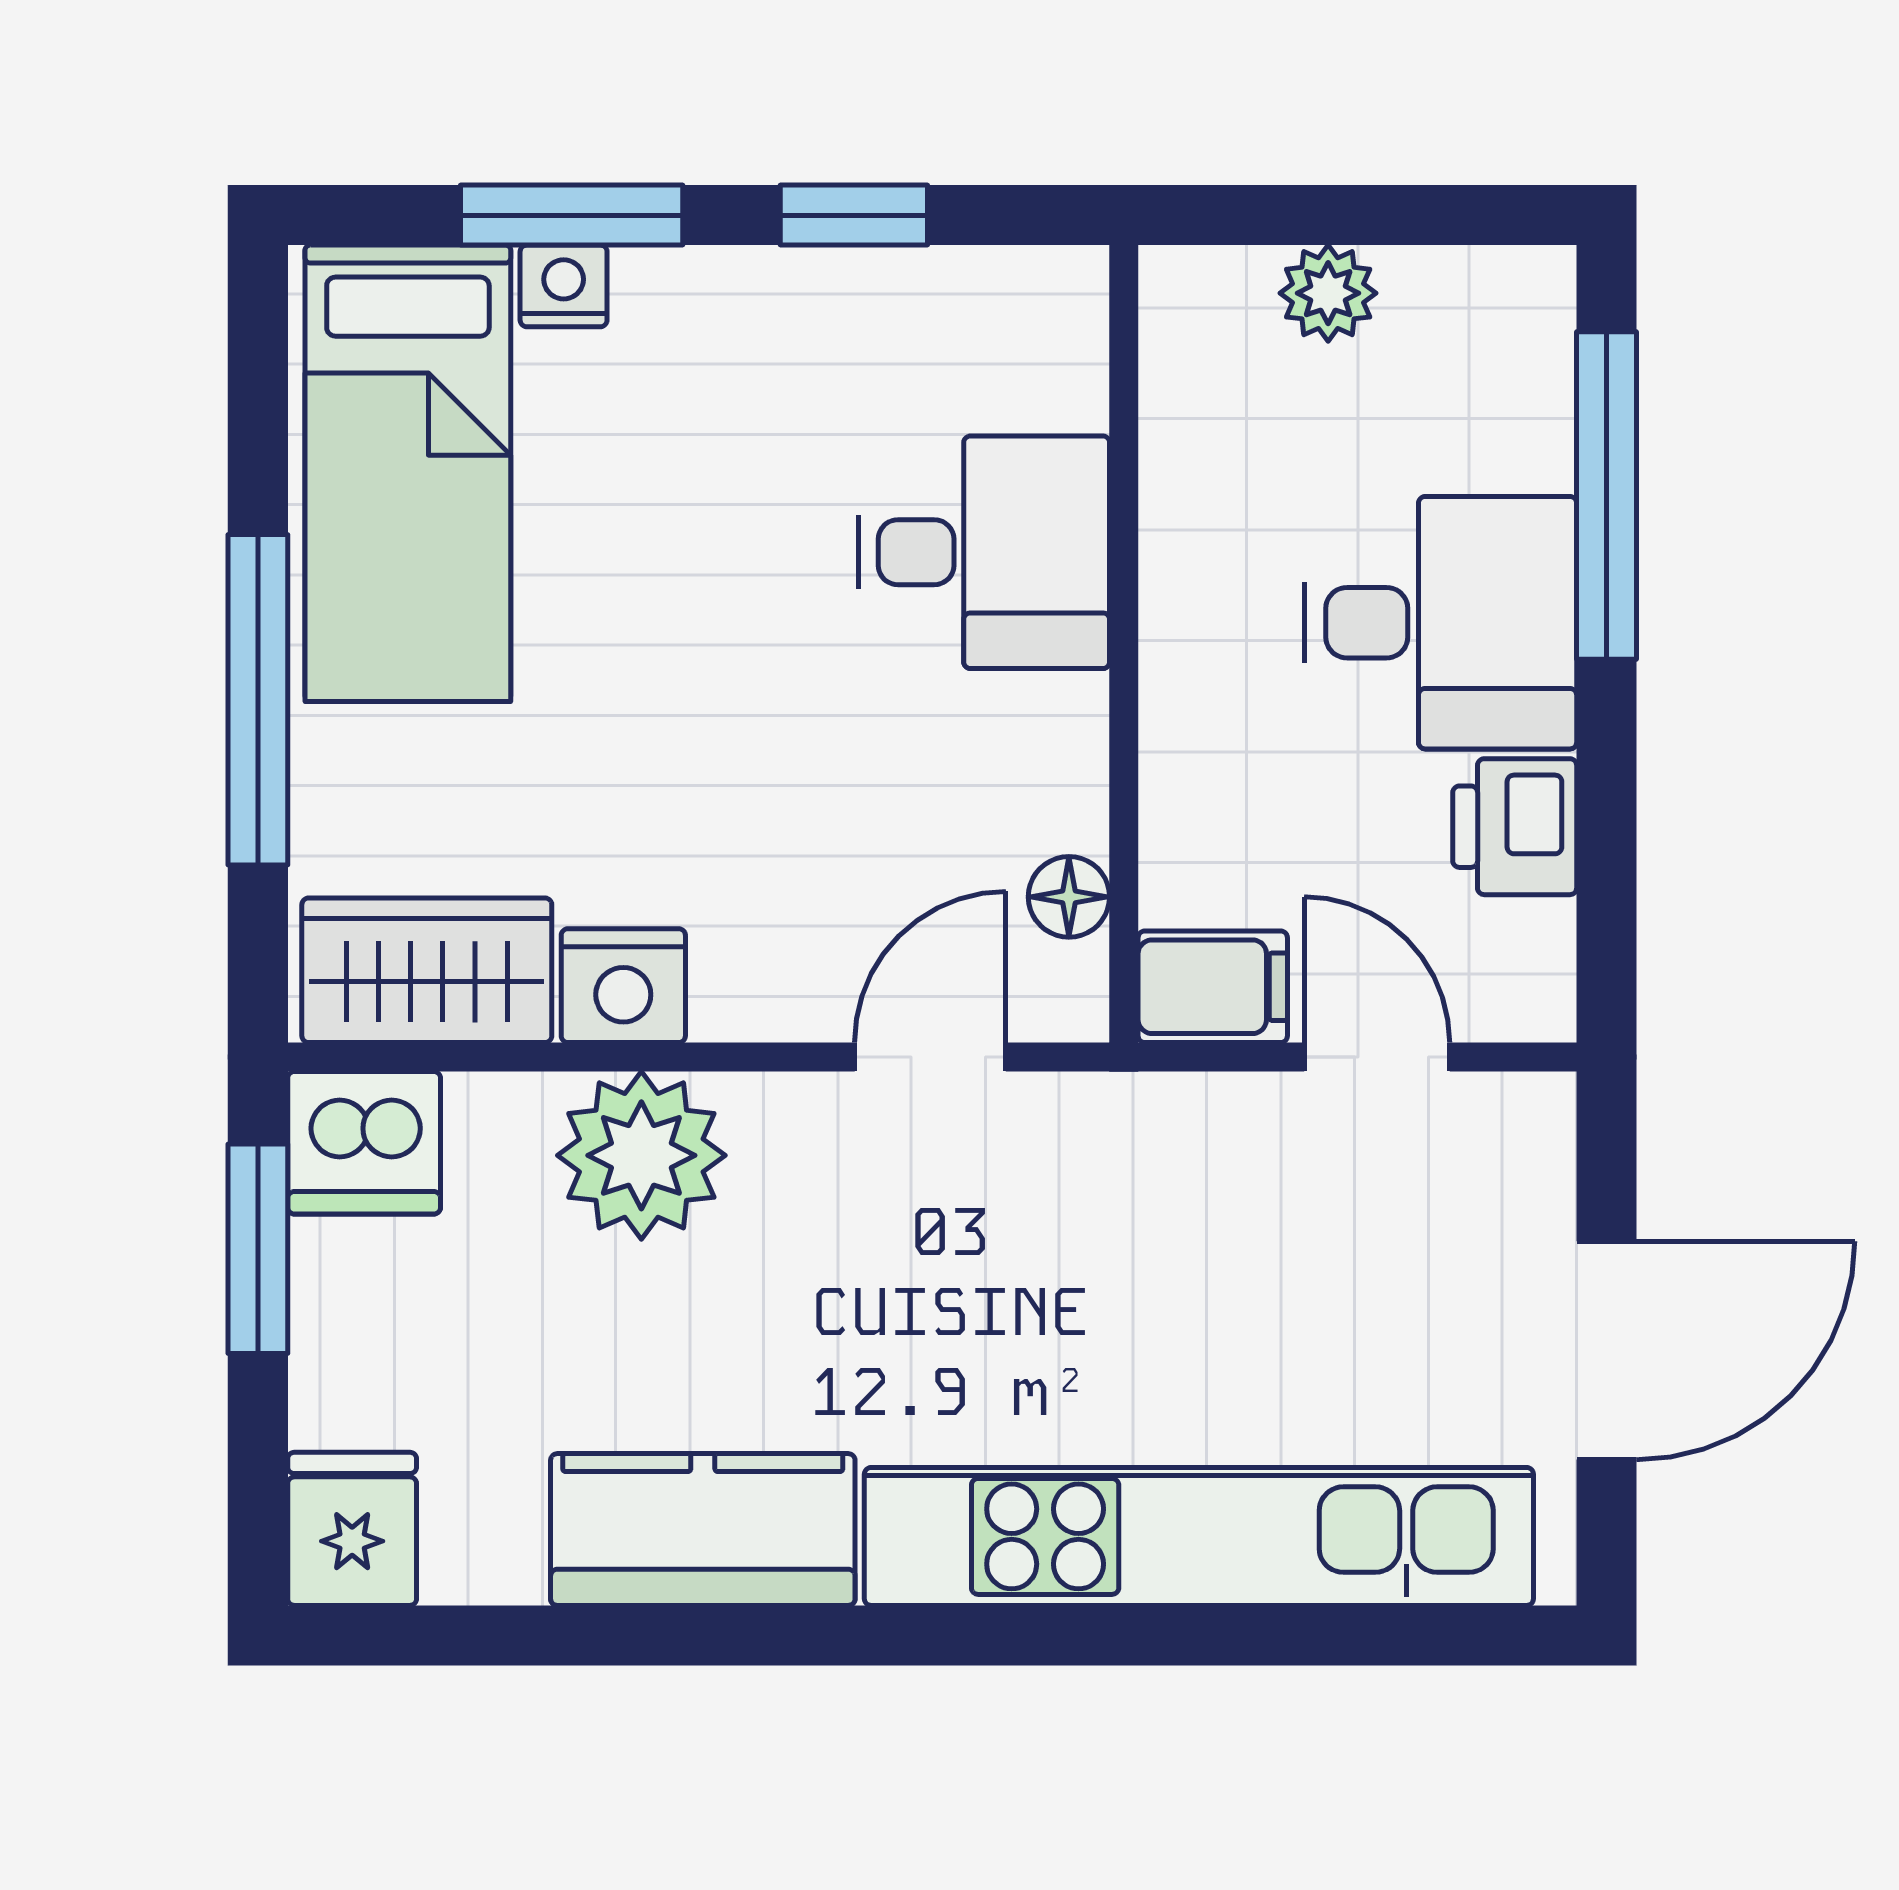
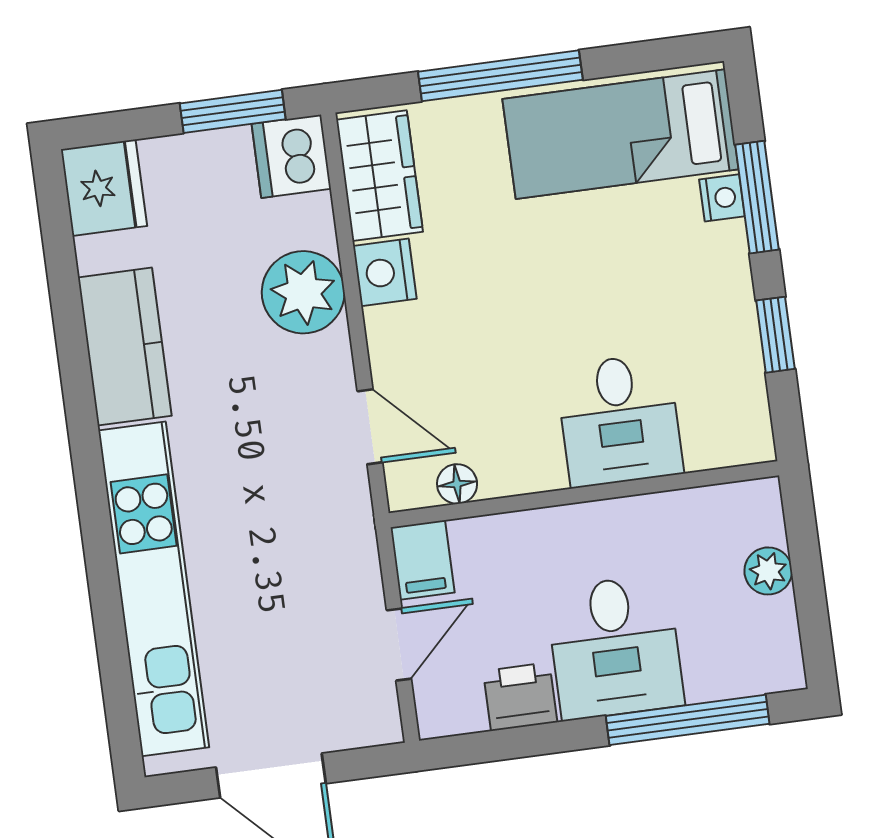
fridge: (352, 1529) -> (104, 188), width x1.38

